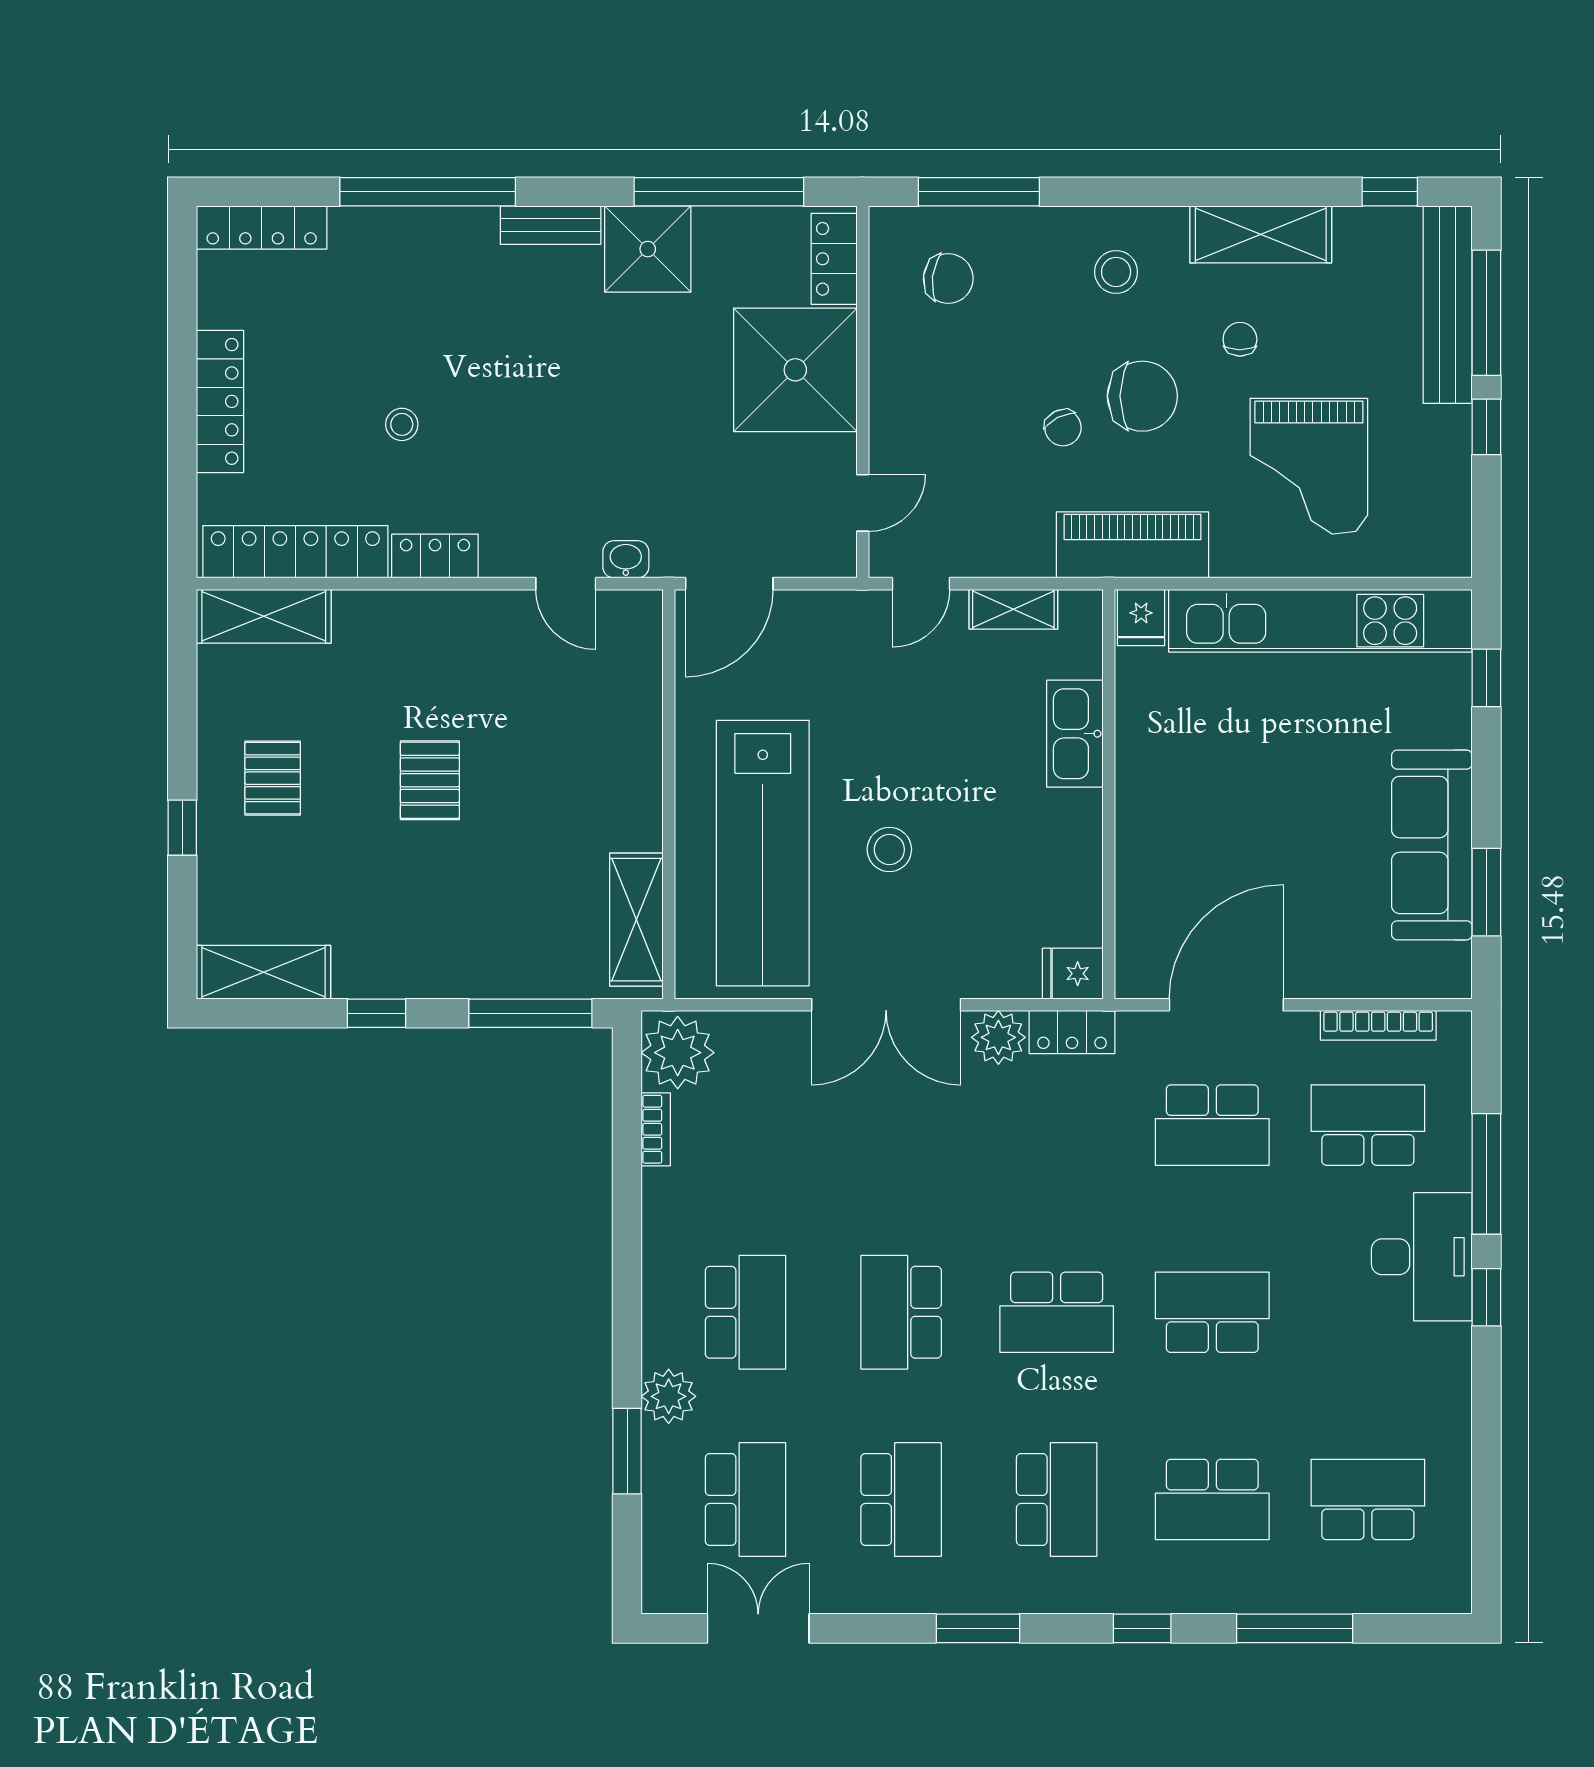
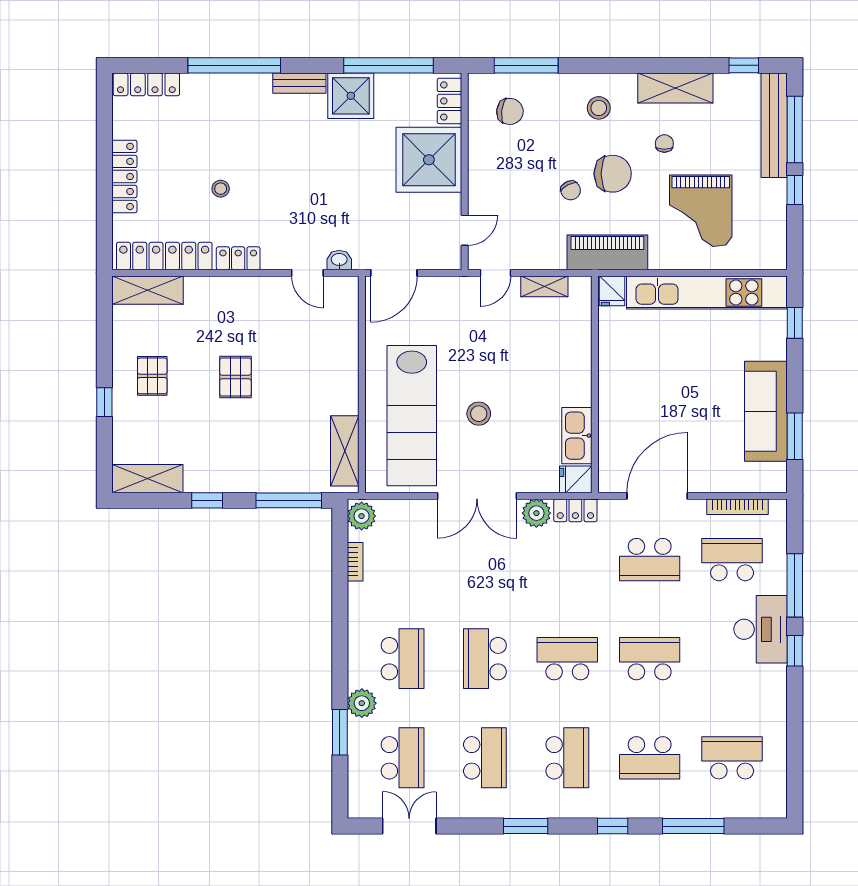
kitchen sink: (1075, 734) -> (577, 436), moved
plant: (678, 1053) -> (362, 516), width x0.73, depth x0.73
school desk: (1057, 1312) -> (567, 659), turned 180

